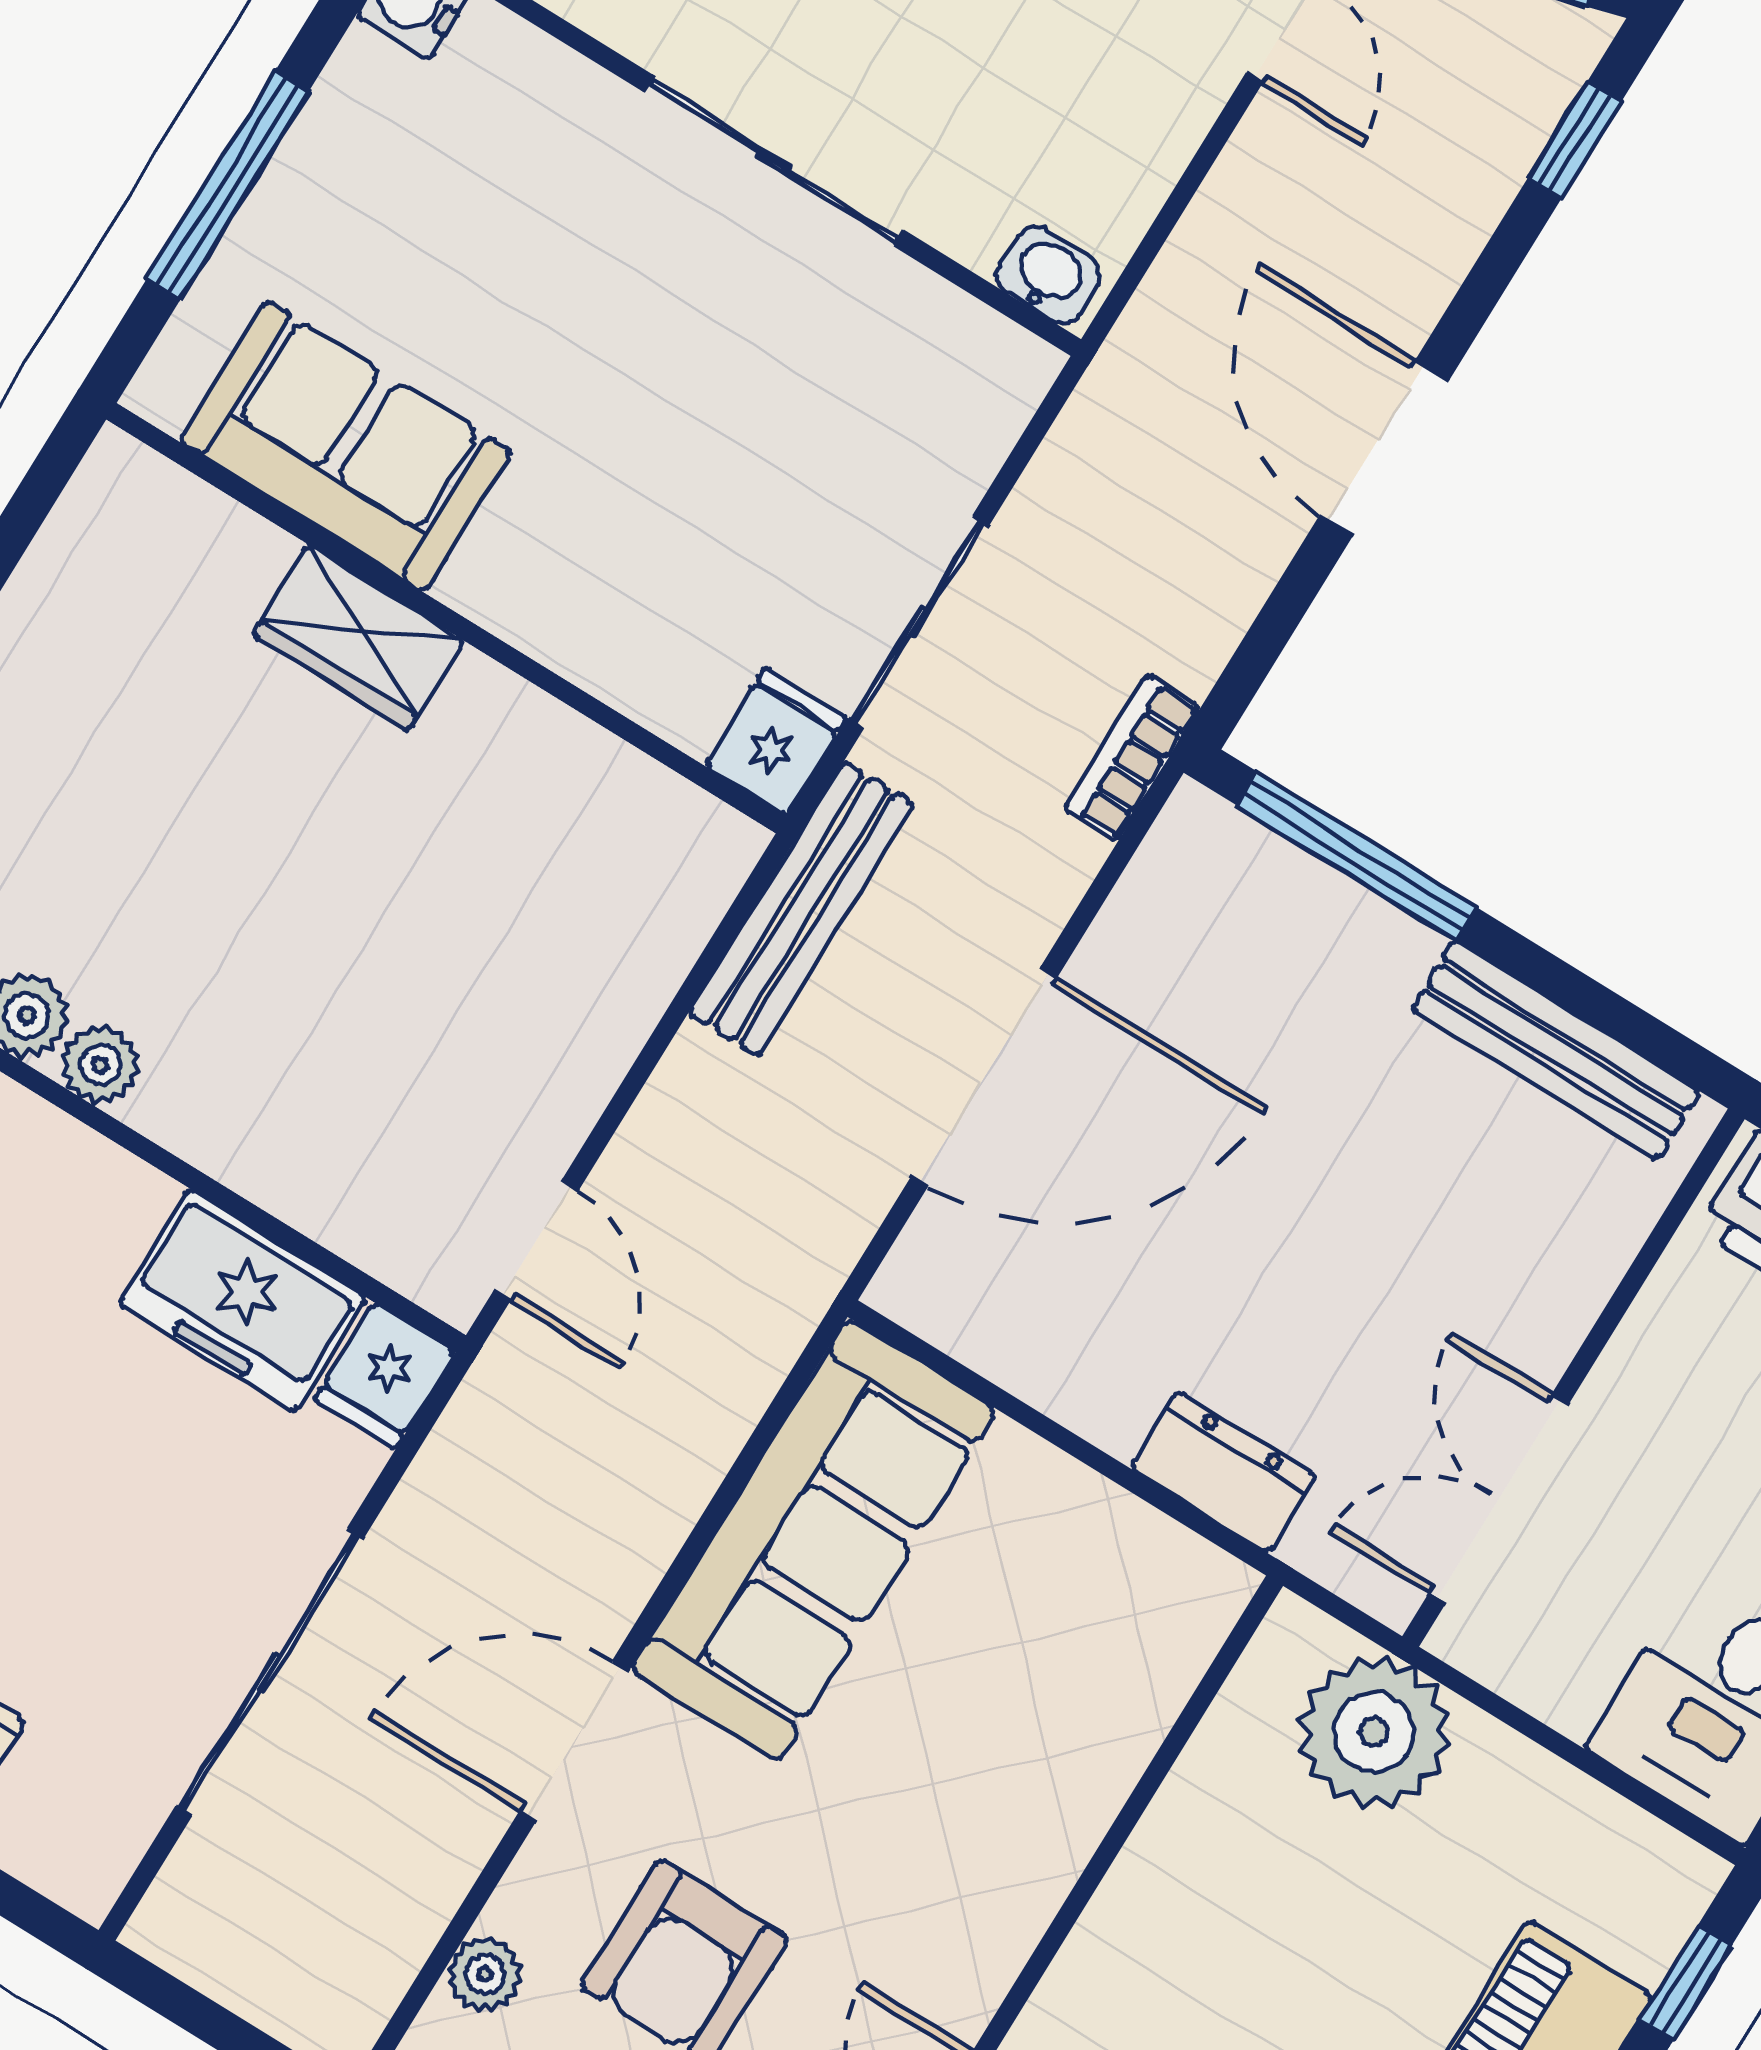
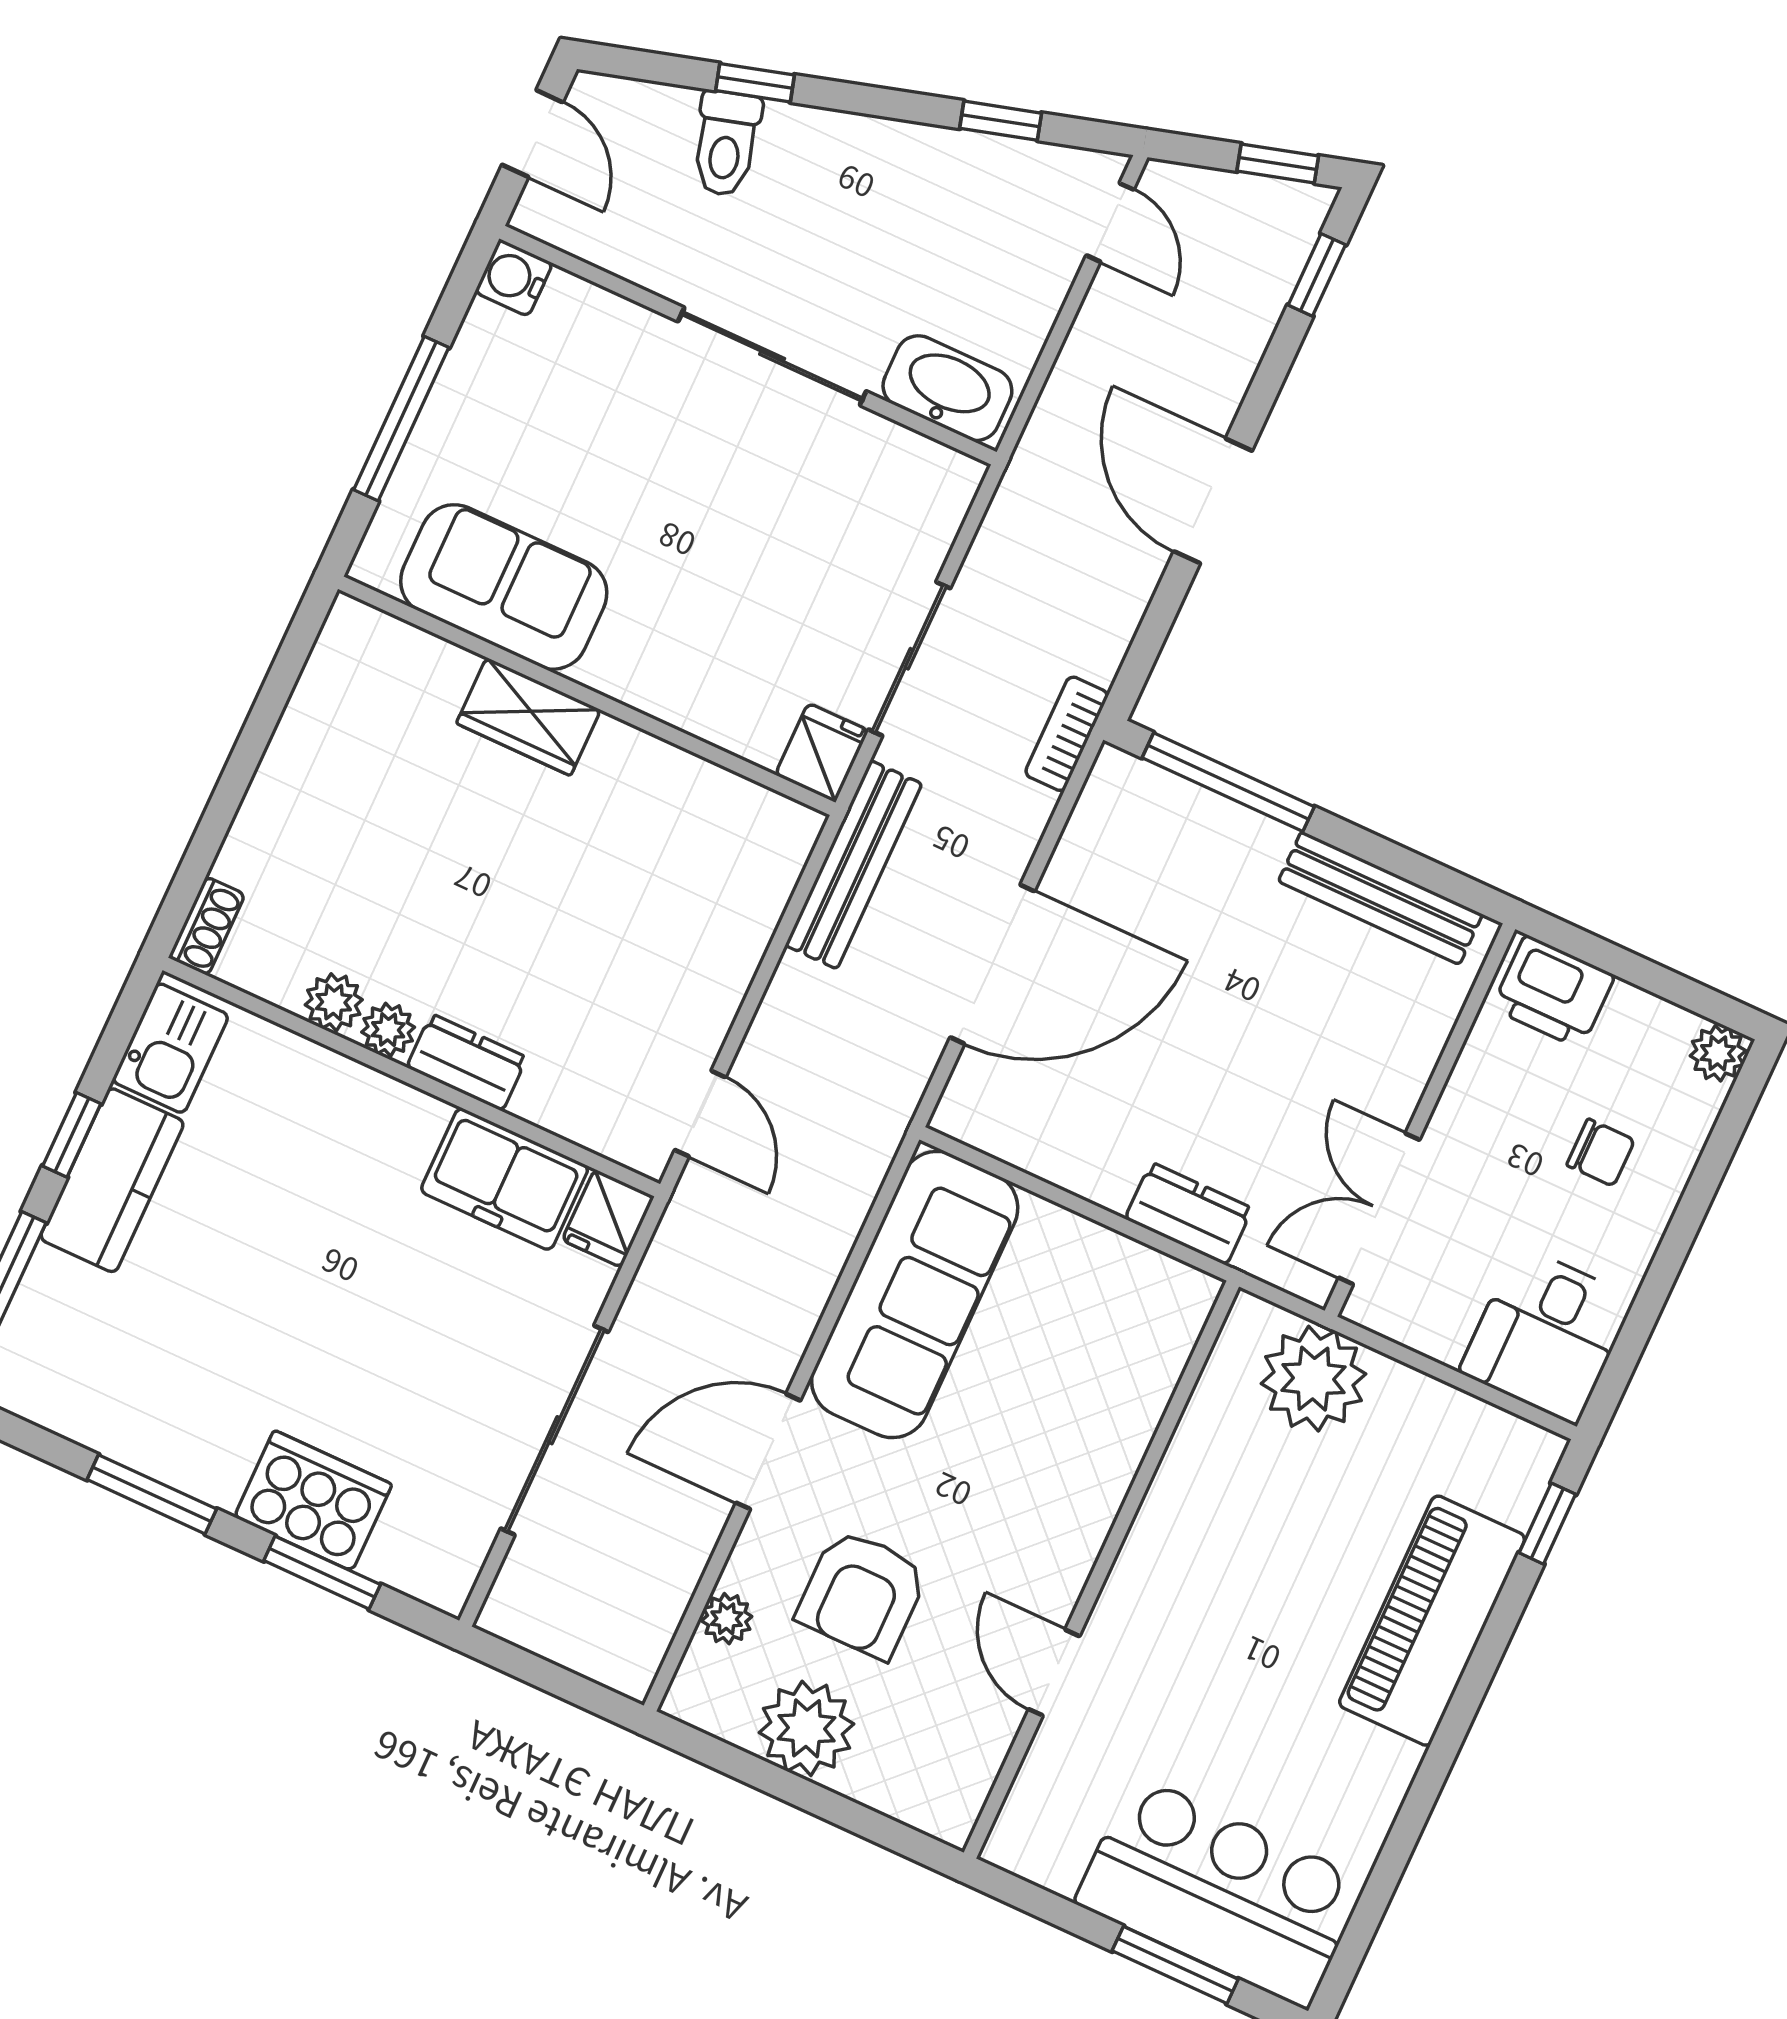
washbasin: (1049, 275) -> (947, 388), width x1.91, depth x1.45
dresser: (208, 1126) -> (467, 1062), added

